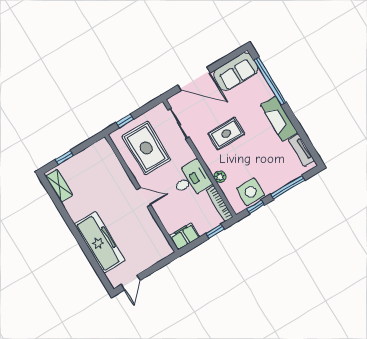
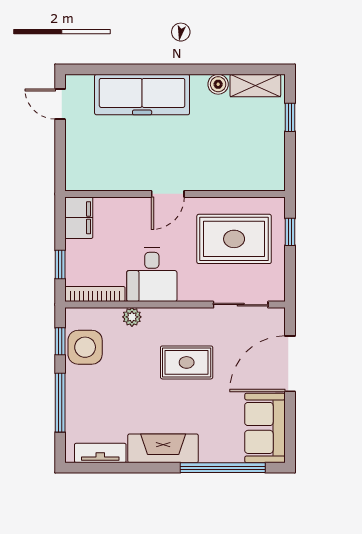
rug: (226, 134) -> (187, 362), turned 90
boiler: (70, 206) -> (218, 84), added

